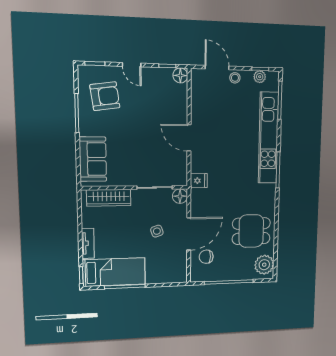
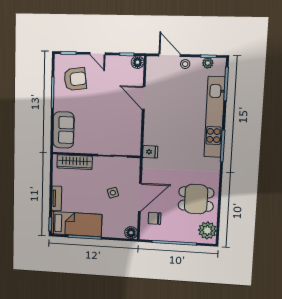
door: (189, 138) -> (144, 98), moved
floor lamp: (180, 196) -> (131, 233), moved

